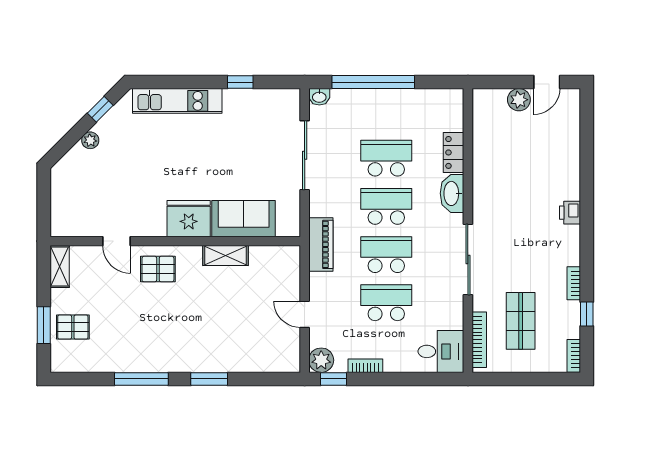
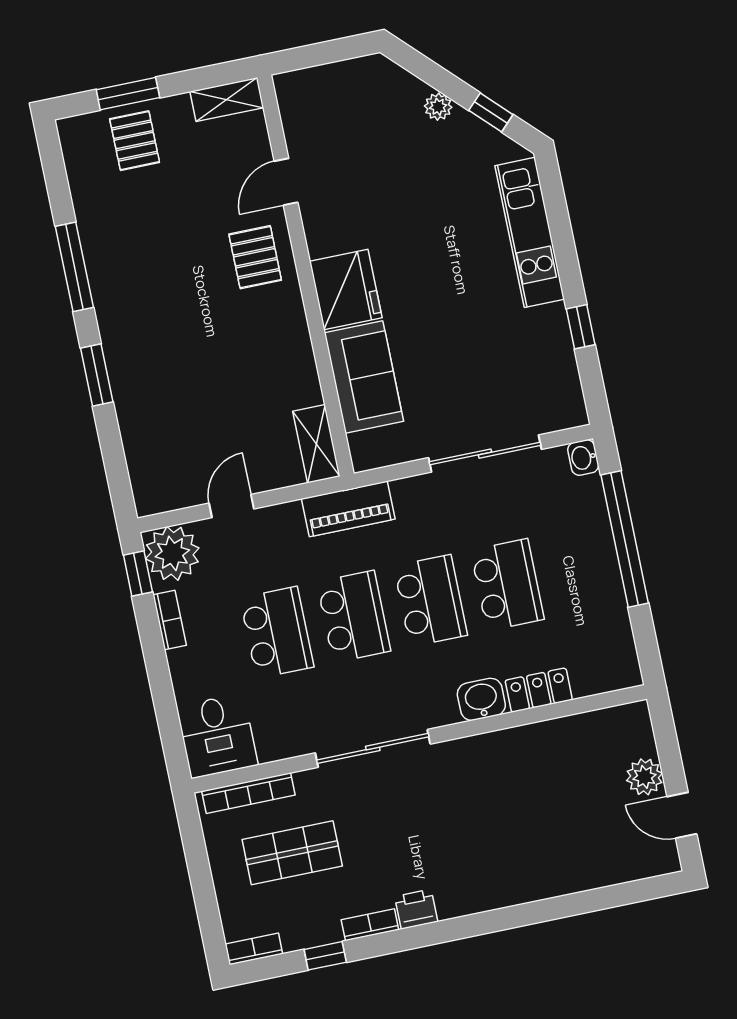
washbasin: (452, 193) -> (481, 699), width x0.72
printer: (570, 213) -> (416, 909), moved
shelving: (225, 256) -> (316, 444), moved
plant: (321, 360) -> (172, 553), width x1.36, depth x1.36

